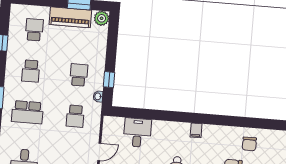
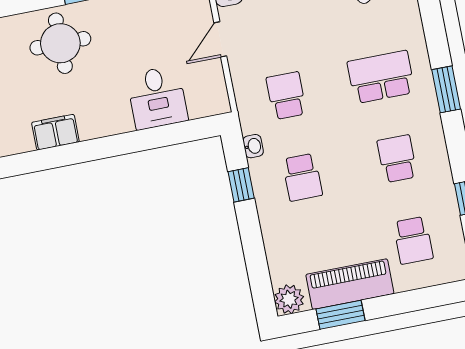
filing cabinet: (196, 130) -> (55, 132), width x2.00

